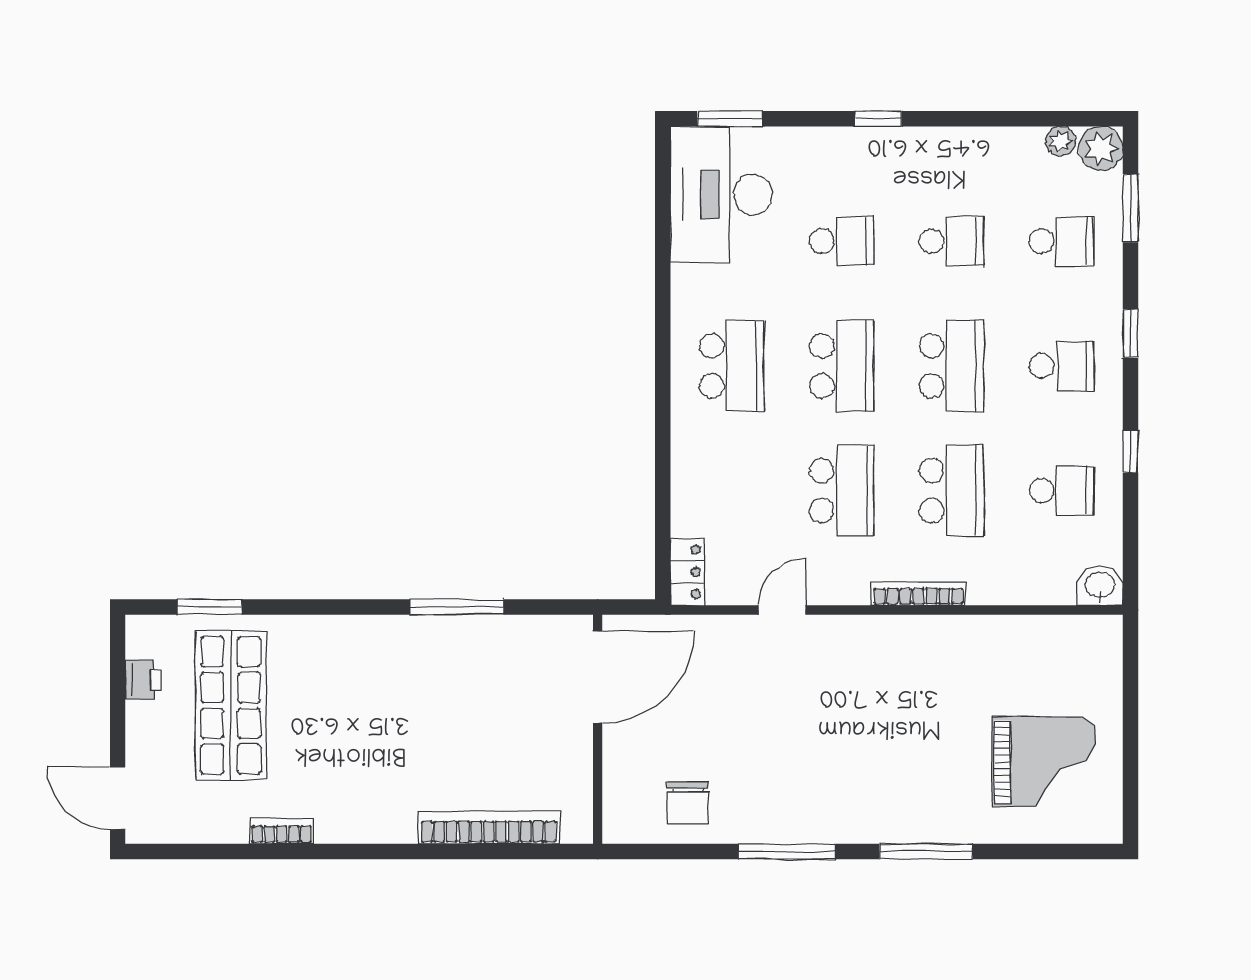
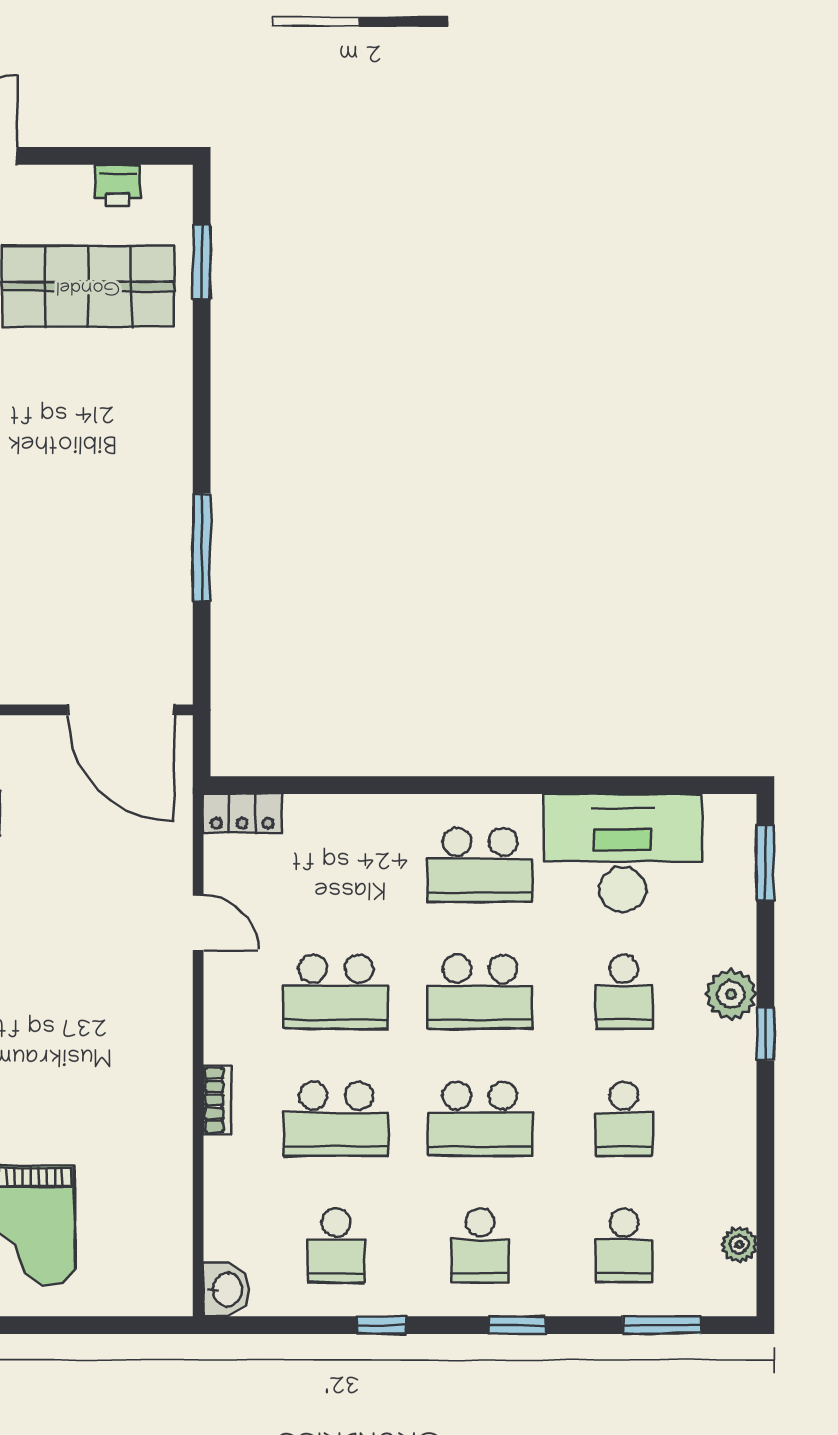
plant: (1101, 148) -> (731, 994), moved
desk: (721, 194) -> (623, 853), moved
bookcase: (918, 593) -> (217, 1100), width x0.64

